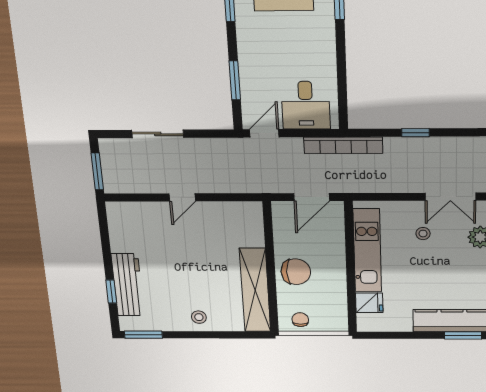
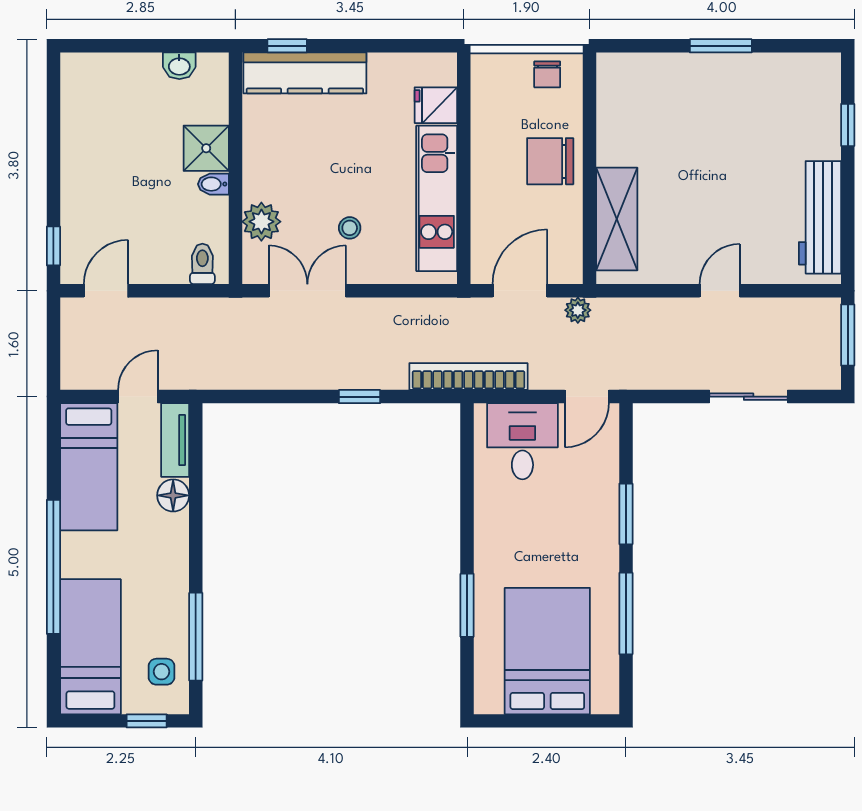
window: (235, 80) -> (626, 514), moved
plant: (273, 186) -> (578, 310), added
workbench: (128, 285) -> (820, 217), moved
shelving: (255, 290) -> (617, 219), moved, width x0.68
stool: (199, 317) -> (710, 79), removed
window: (143, 335) -> (721, 46), moved
window: (463, 335) -> (287, 46), width x0.67

